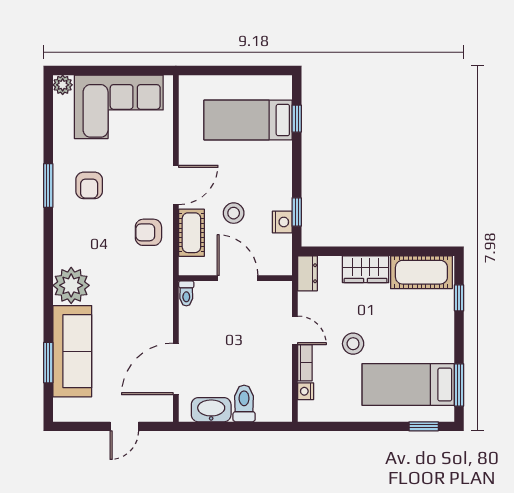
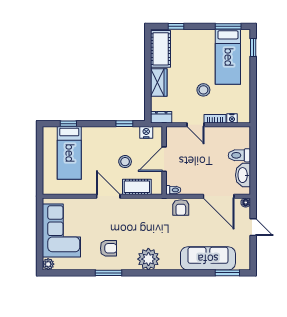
nightstand: (282, 222) -> (146, 132), moved
armchair: (148, 232) -> (181, 208), moved
plant: (71, 285) -> (148, 259), moved
door: (295, 330) -> (195, 125), swing flipped
window: (48, 363) -> (227, 273), moved
floor lamp: (165, 414) -> (246, 202), added

